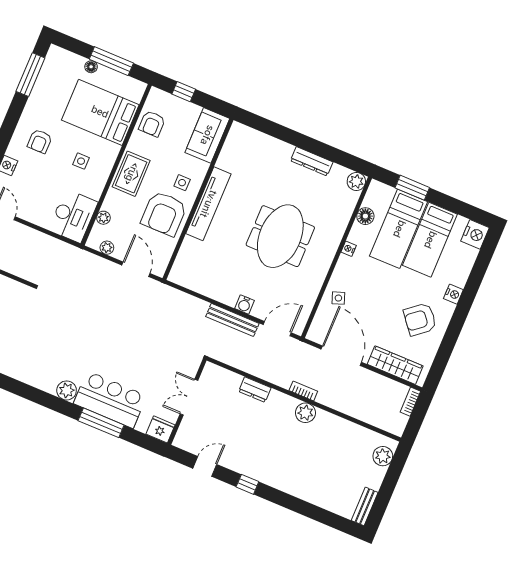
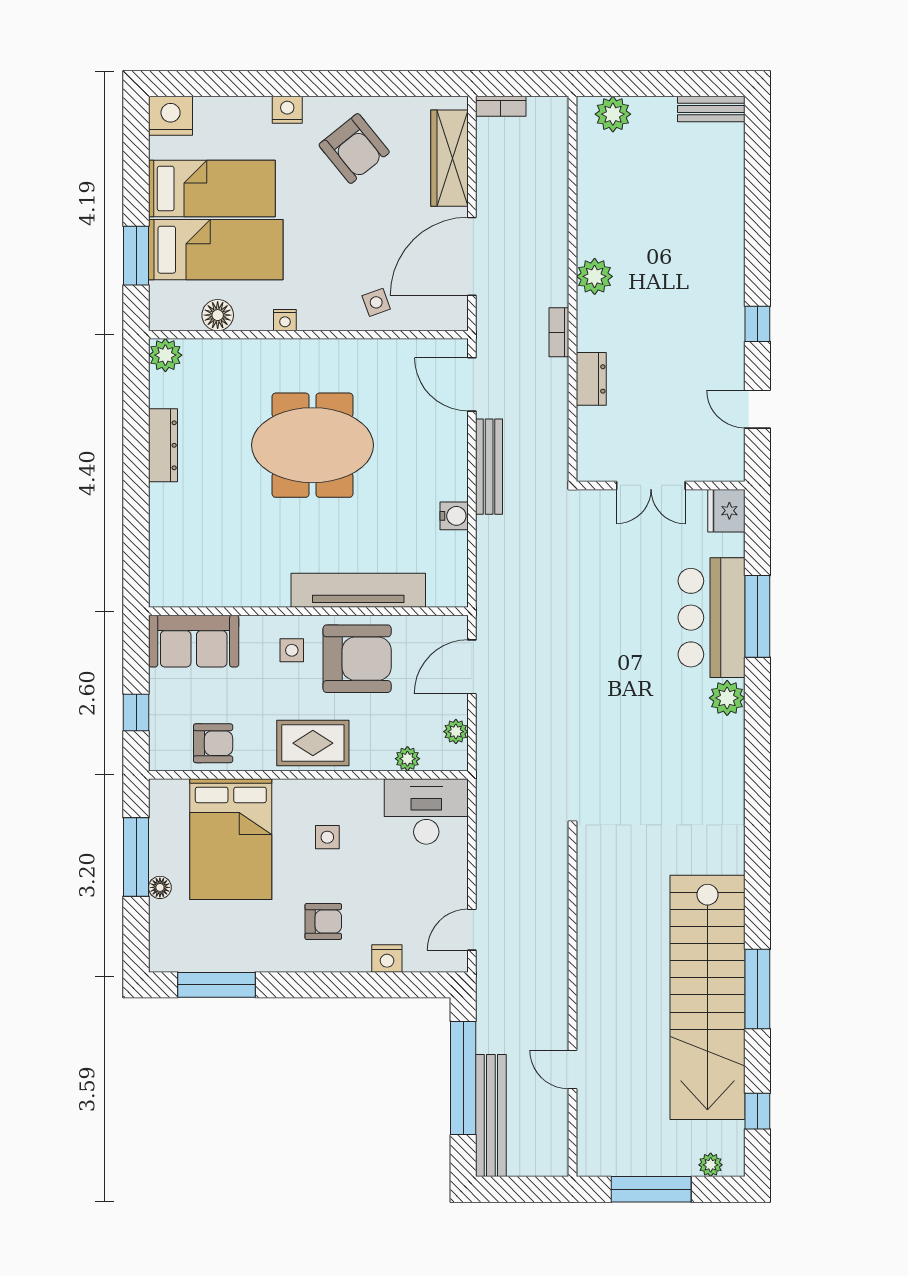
tv unit: (208, 204) -> (358, 590), moved
water cooler: (244, 304) -> (454, 516), moved
bookcase: (303, 391) -> (559, 332), moved

